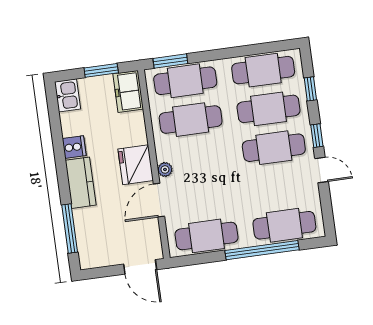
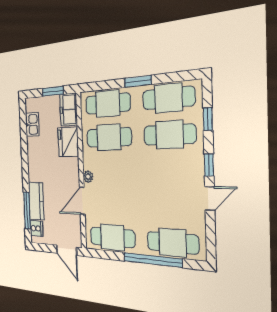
window: (170, 61) -> (138, 81), moved
kitchen sink: (68, 95) -> (32, 124), moved
cooker: (74, 147) -> (36, 228), moved
cafe table: (274, 148) -> (170, 171), removed
fridge: (136, 165) -> (68, 142), moved
door: (322, 170) -> (210, 198), hinge flipped
kitchen counter: (81, 183) -> (36, 201), moved

